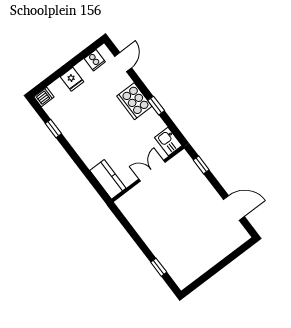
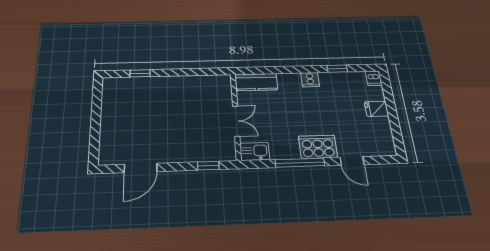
cooker: (95, 60) -> (310, 80), moved, turned -90
door: (123, 62) -> (352, 161), moved
window: (156, 106) -> (300, 163), width x2.17

